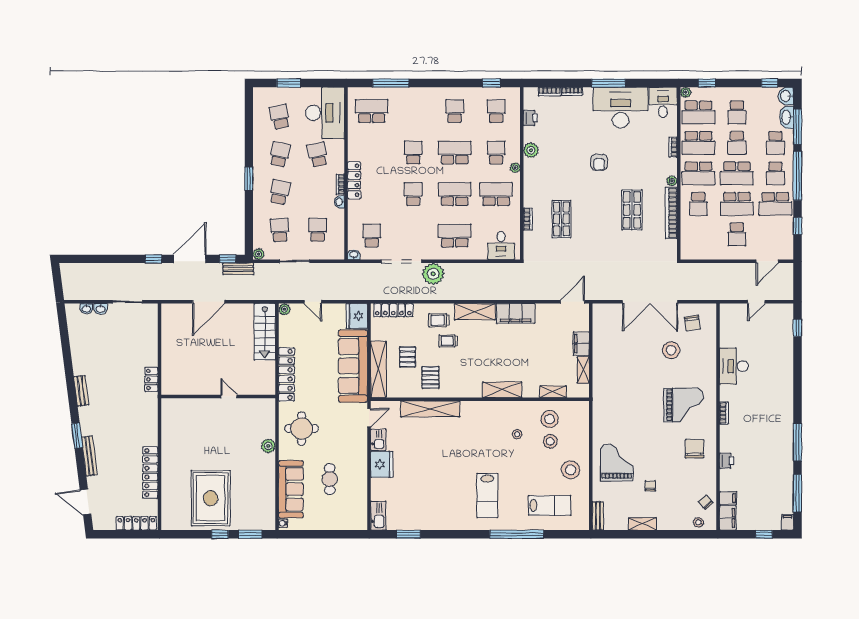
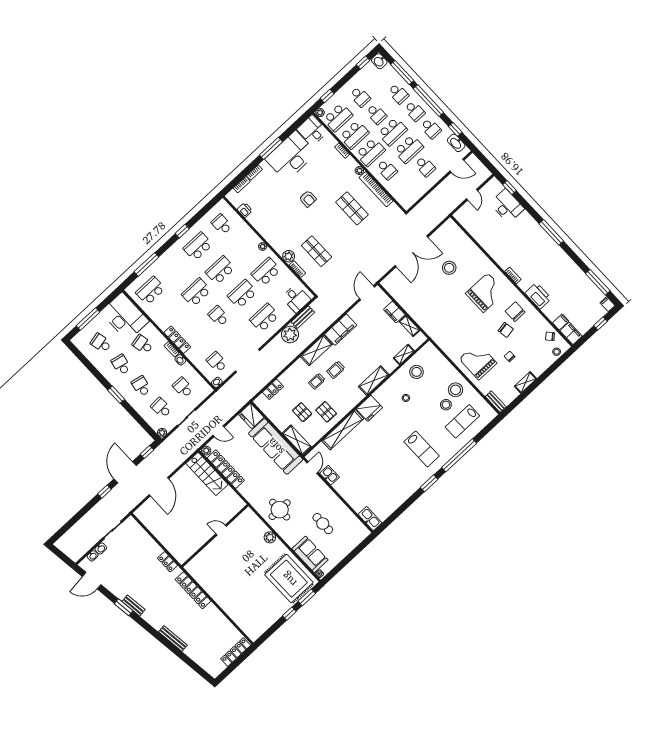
window: (289, 83) -> (88, 319), width x1.44
window: (491, 83) -> (182, 231), moved
school desk: (455, 111) -> (198, 246), width x1.85
washbasin: (786, 117) -> (456, 143), moved
plant: (531, 150) -> (289, 256), moved
school desk: (413, 153) -> (196, 292), width x1.85
school desk: (496, 153) -> (244, 248), removed
school desk: (775, 204) -> (431, 128), width x0.54
door: (767, 261) -> (457, 166), hinge flipped
bench: (238, 269) -> (303, 317), moved
plant: (433, 274) -> (290, 335), moved
locker: (393, 310) -> (273, 389), width x0.66
trolley: (439, 320) -> (336, 370), moved
chair: (692, 323) -> (506, 330), moved
desk: (734, 366) -> (507, 206), moved, turned 180
shelving: (378, 369) -> (297, 440), width x0.68
locker: (286, 374) -> (226, 469), moved
window: (77, 436) -> (124, 607), moved
stool: (550, 441) -> (446, 405), moved
window: (797, 442) -> (551, 232), moved
printer: (727, 461) -> (538, 296), width x1.87, depth x1.48
fridge: (382, 464) -> (369, 408), moved, turned 90
locker: (150, 473) -> (193, 590), moved
sofa: (291, 489) -> (310, 554), width x0.73
rug: (211, 498) -> (289, 579), moved
door: (86, 502) -> (92, 581), moved
lab bench: (550, 505) -> (462, 421), turned 180
window: (408, 534) -> (429, 483), moved

